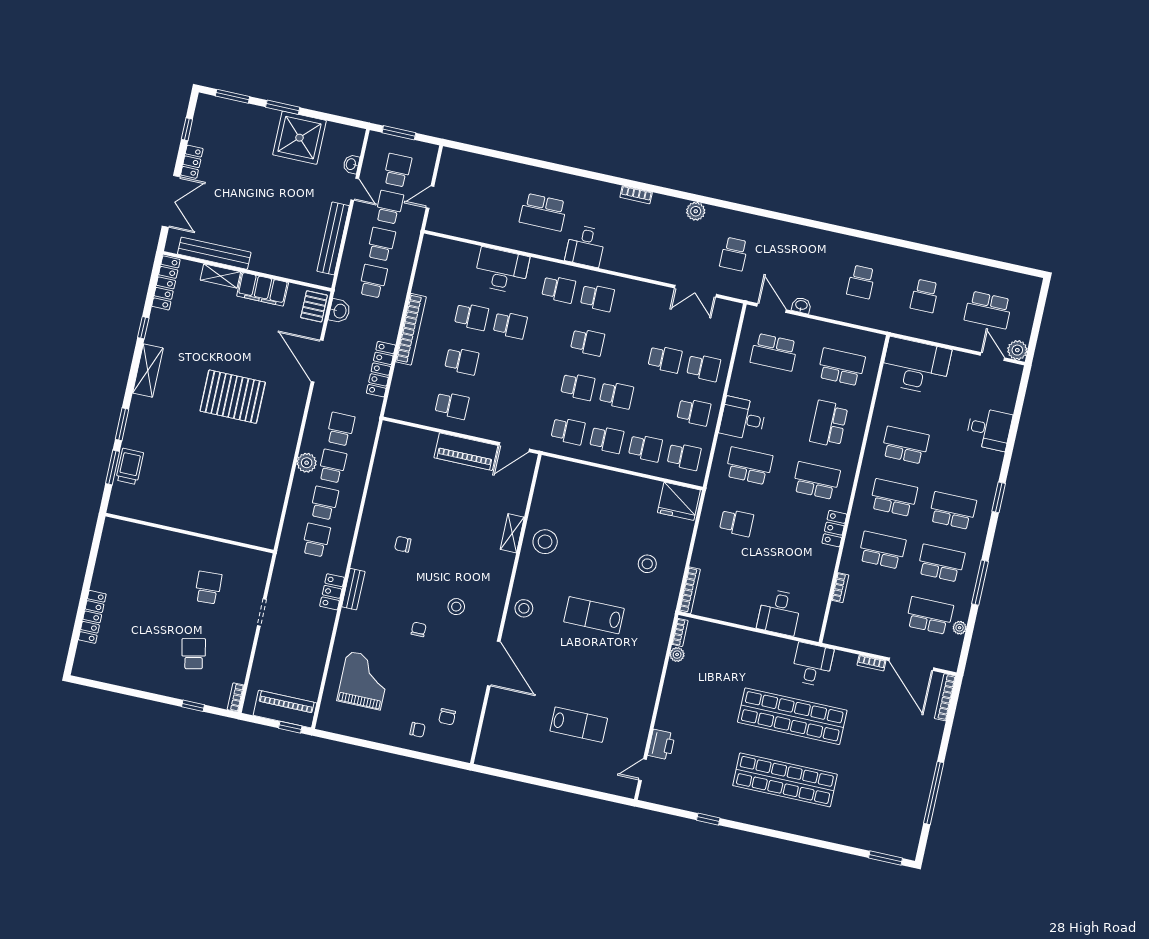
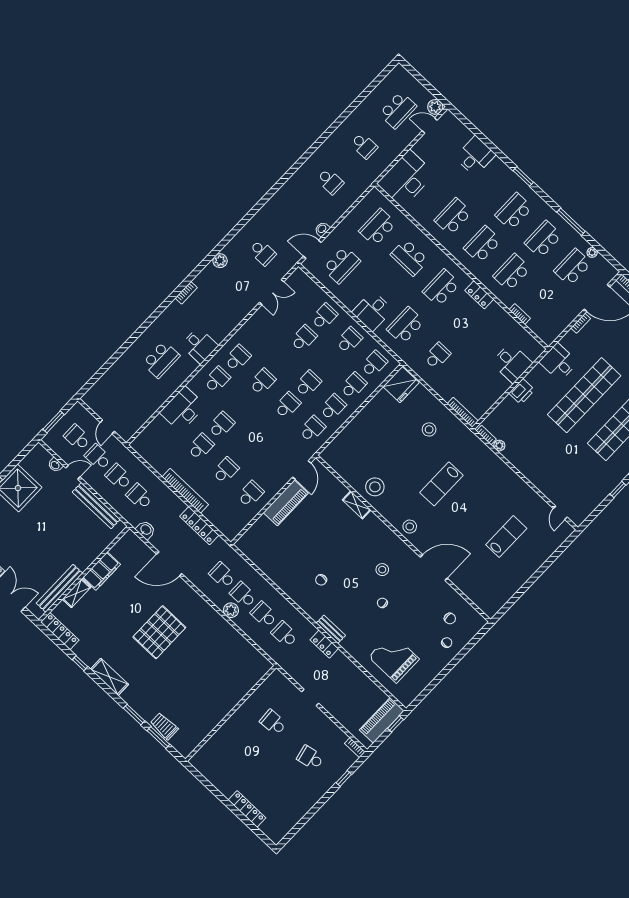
pallet: (314, 306) -> (133, 544), removed
printer: (661, 745) -> (522, 392), moved, turned 90

